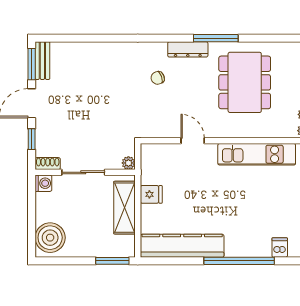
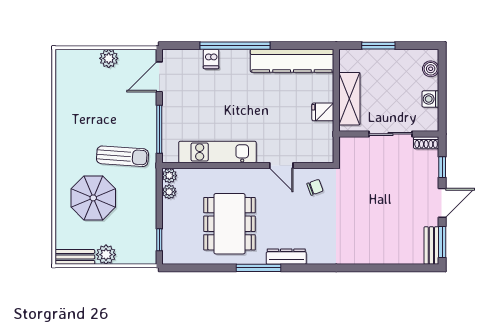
chair: (158, 78) -> (315, 187), moved
plant: (128, 163) -> (345, 143), removed
washing machine: (43, 183) -> (430, 99), moved
boiler: (50, 238) -> (431, 69), width x0.54, depth x0.54
dishwasher: (280, 247) -> (211, 59), moved
window: (112, 261) -> (378, 46), moved

